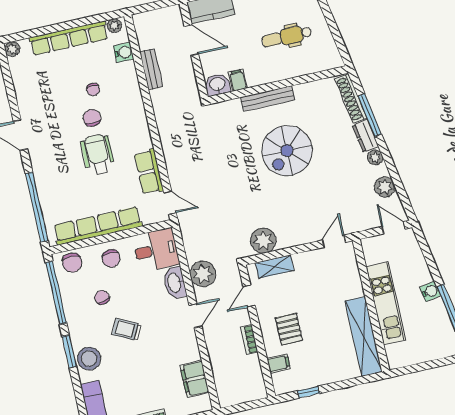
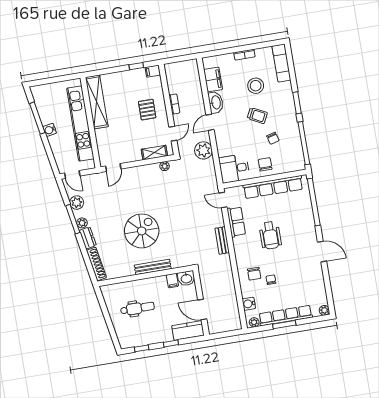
window: (70, 25) -> (284, 325), added
bench: (151, 69) -> (222, 240), moved
window: (370, 115) -> (73, 219), moved
chair: (92, 118) -> (254, 274), moved
plant: (263, 241) -> (165, 166), width x0.53, depth x0.53
chair: (72, 263) -> (292, 163), removed
washbasin: (175, 283) -> (216, 102), moved
kitchen unit: (386, 303) -> (80, 123), width x1.36
stool: (89, 359) -> (256, 86), moved
filing cabinet: (279, 364) -> (153, 71), moved

